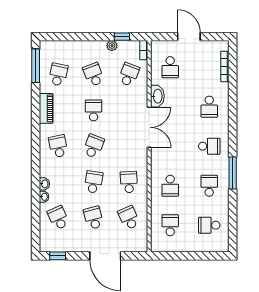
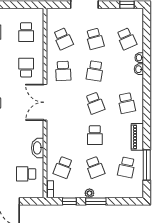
window: (92, 37) -> (96, 201), added
plant: (112, 46) -> (89, 193), moved
window: (36, 66) -> (147, 165), moved
school desk: (170, 67) -> (26, 174), turned -90
double door: (149, 127) -> (45, 102), moved
school desk: (94, 146) -> (95, 103), turned -42

